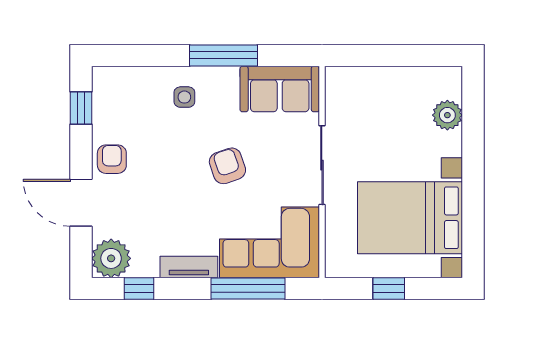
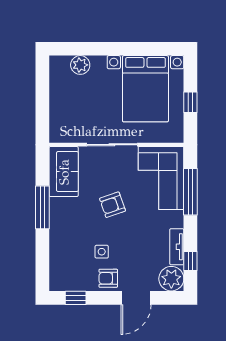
side table: (184, 97) -> (102, 252), moved
tv unit: (189, 267) -> (177, 247), moved

